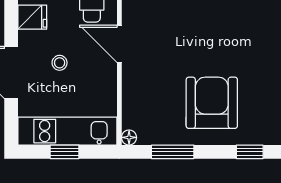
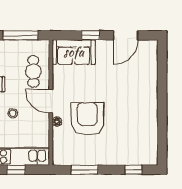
armchair: (212, 103) -> (87, 119), moved
floor lamp: (129, 137) -> (57, 122), moved

